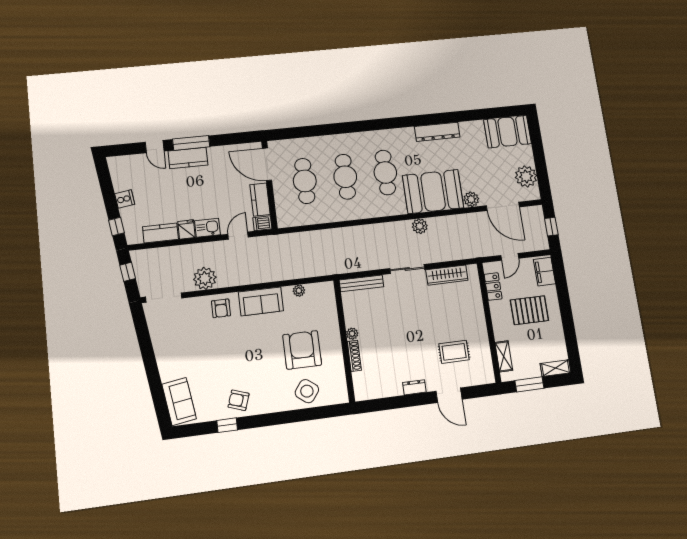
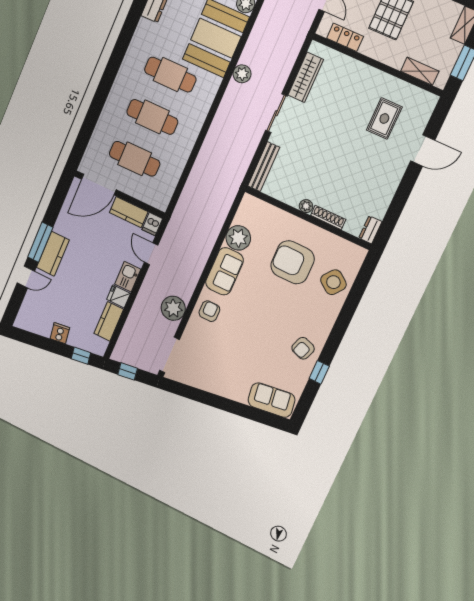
plant: (299, 291) -> (238, 238), width x1.88, depth x1.88
armchair: (221, 308) -> (209, 311), turned -90
dresser: (414, 387) -> (370, 230), moved

